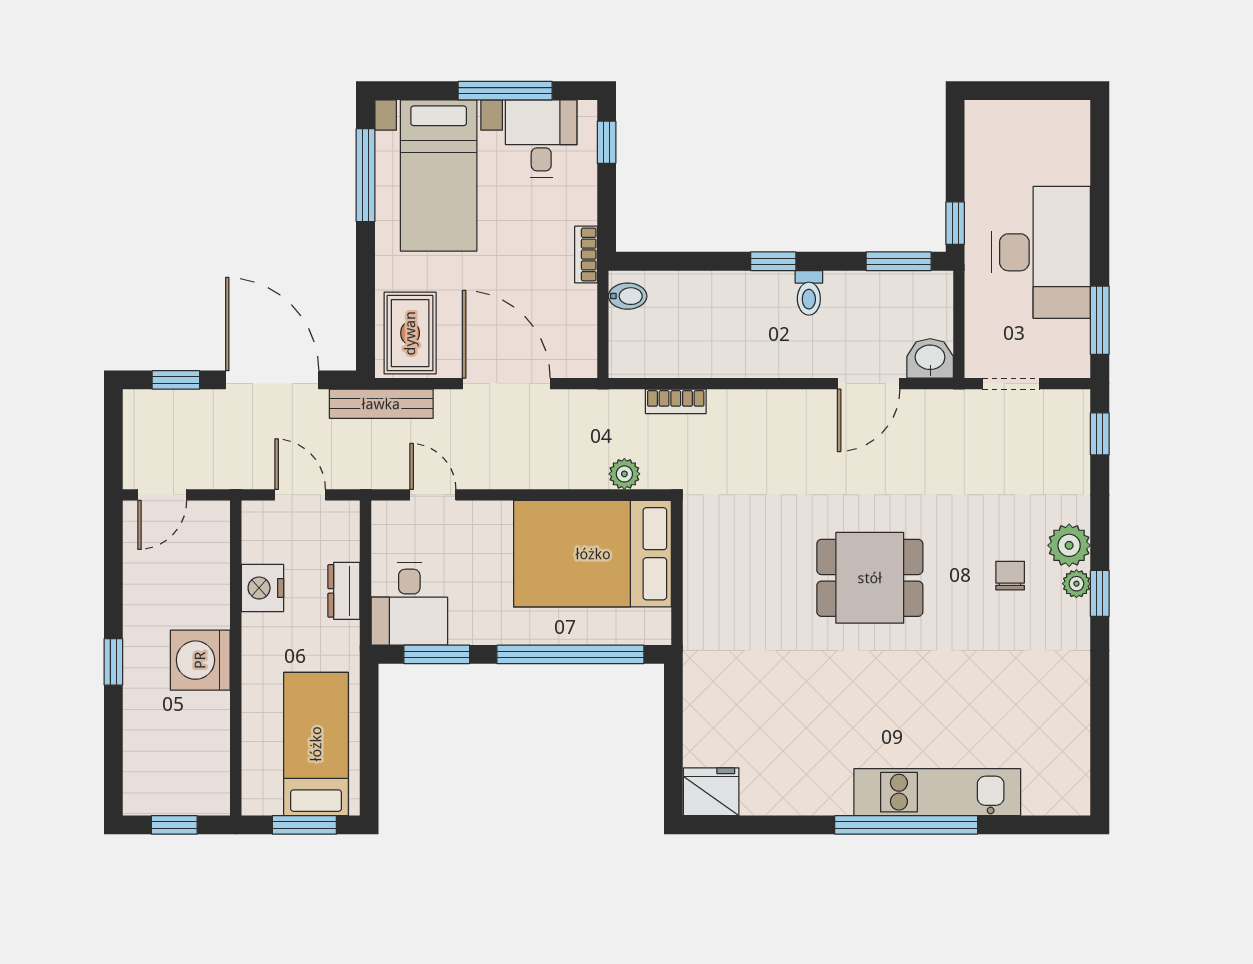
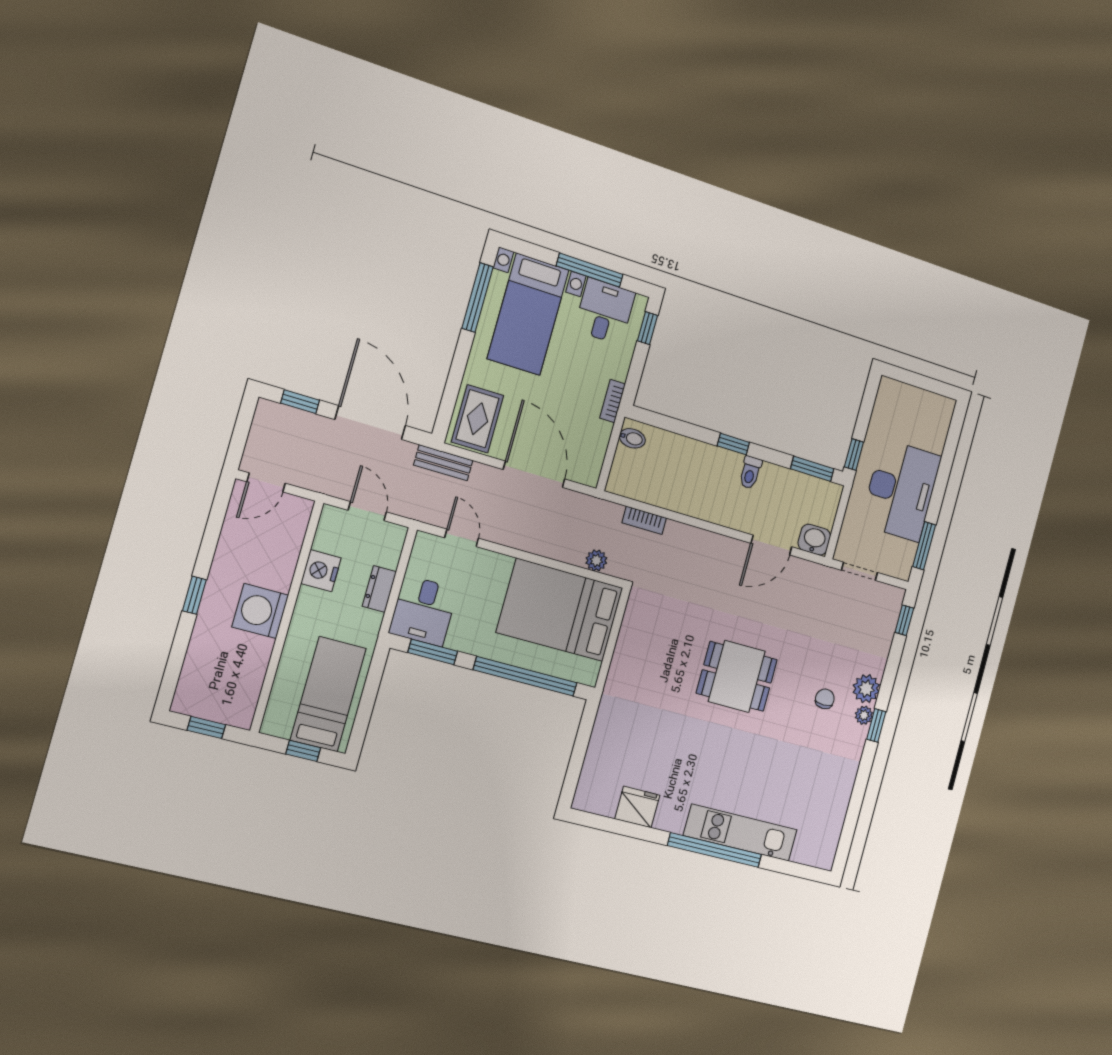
bench: (381, 404) -> (443, 463), width x0.73
fridge: (711, 792) -> (637, 807), moved
window: (304, 825) -> (303, 751), width x0.67

